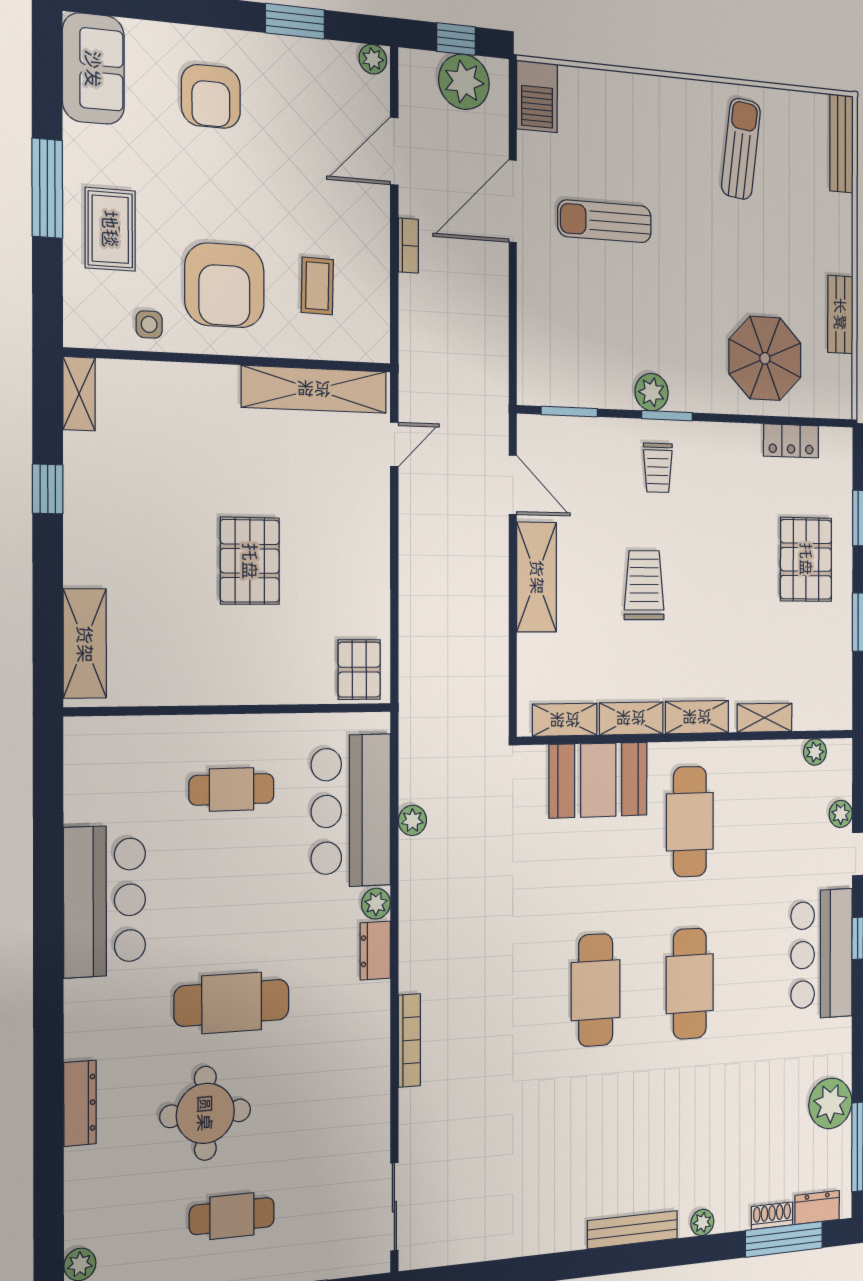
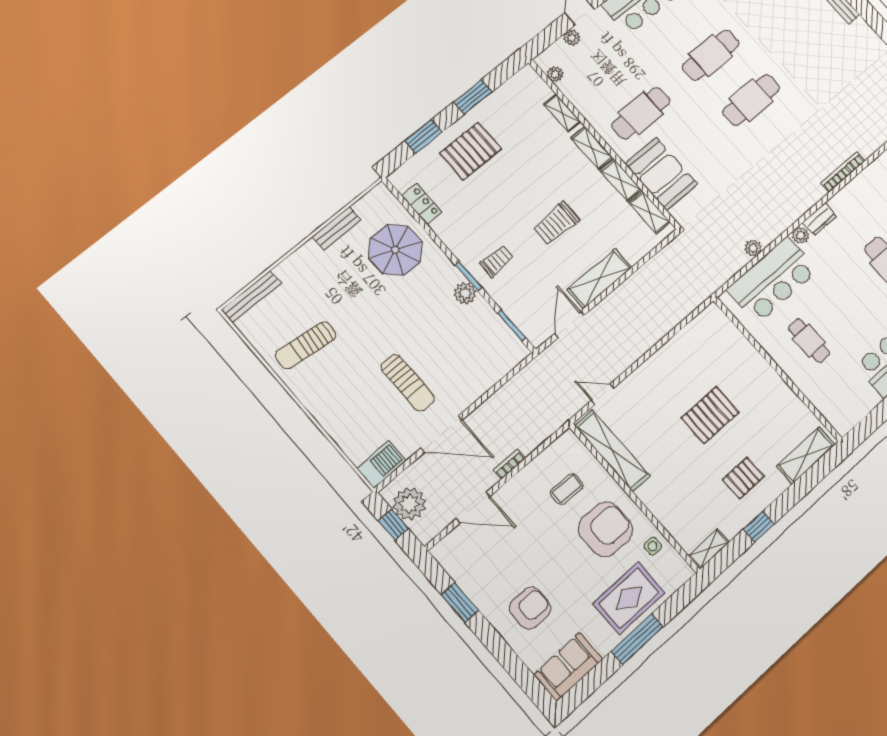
plant: (373, 59) -> (441, 553), removed
rug: (110, 229) -> (629, 598), width x1.36, depth x1.43
pallet: (359, 670) -> (743, 478), moved

